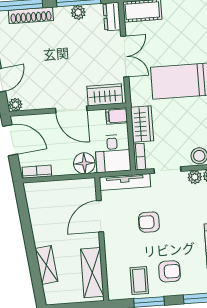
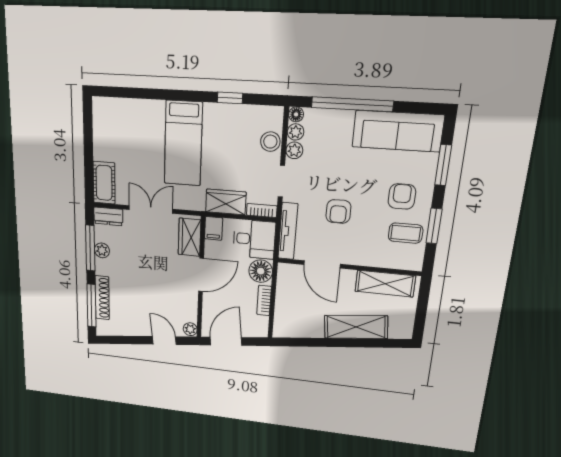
bookcase: (37, 172) -> (264, 300), moved
shelving: (46, 265) -> (356, 327), width x1.50, depth x1.33

